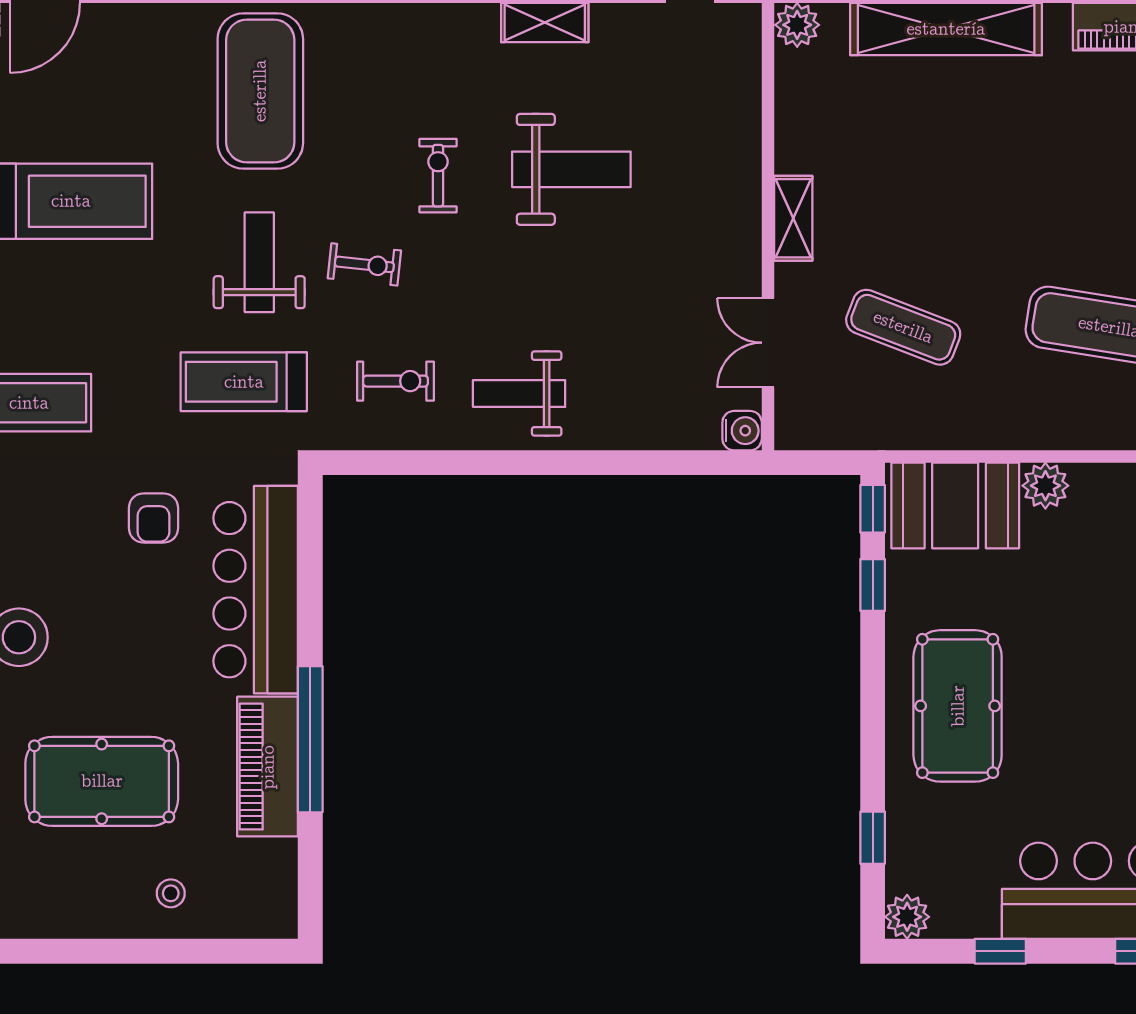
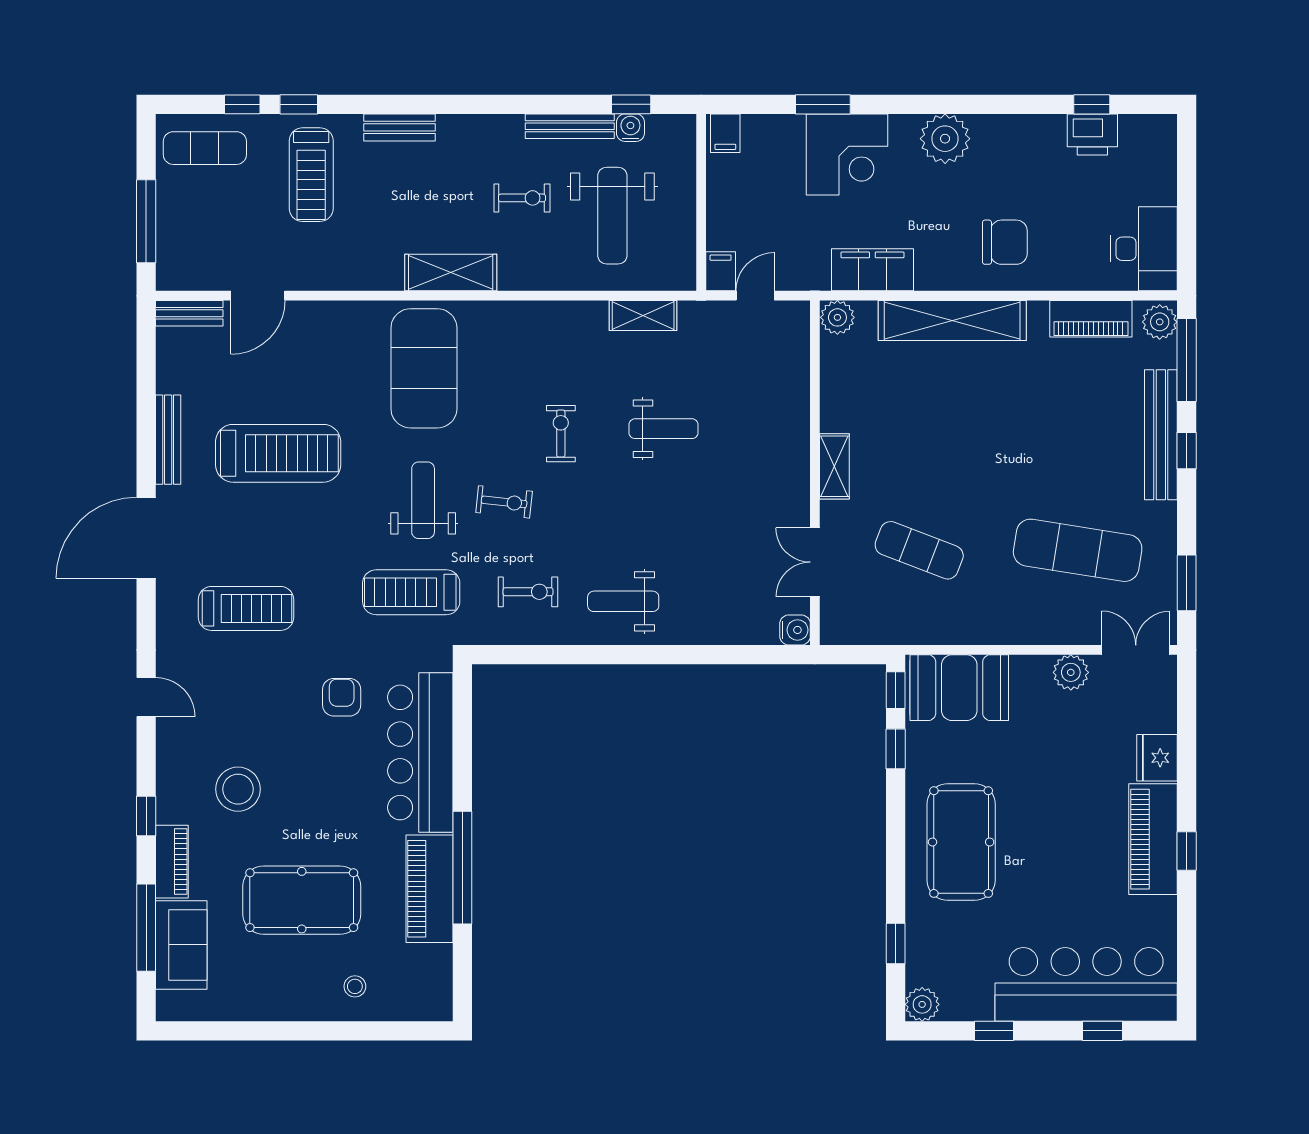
weight bench: (571, 169) -> (664, 429), width x0.73, depth x0.75
plant: (1045, 486) -> (1071, 672), moved
armchair: (154, 518) -> (342, 697), turned 180

